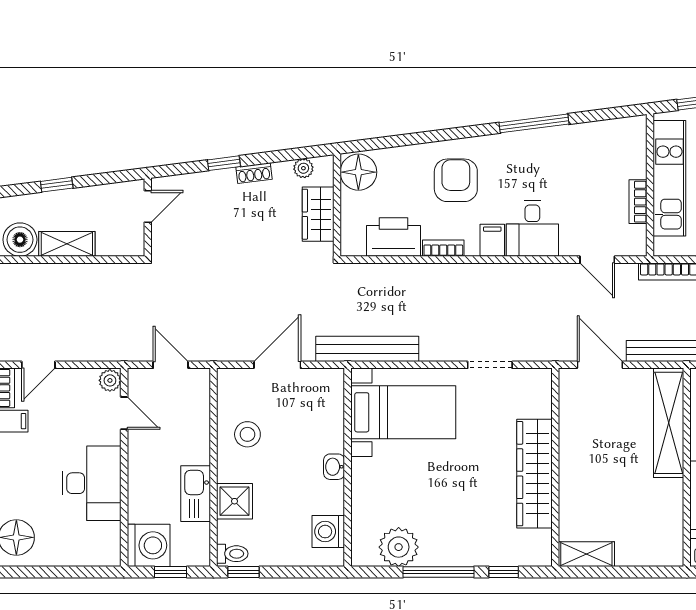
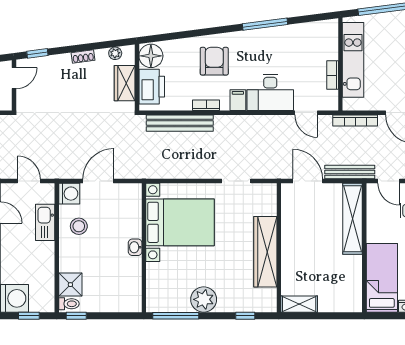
window: (224, 163) -> (37, 53), moved
desk: (532, 228) -> (270, 92), width x1.37
printer: (393, 237) -> (152, 87), moved, turned 90
bench: (367, 349) -> (180, 123), moved
bed with nightstands: (403, 412) -> (180, 222), width x1.36
kitchen sink: (196, 494) -> (45, 222), moved
shower: (235, 501) -> (70, 285), moved
washing machine: (328, 532) -> (69, 194), moved, turned 180
plant: (399, 547) -> (204, 299), moved
window: (439, 572) -> (176, 316), moved

